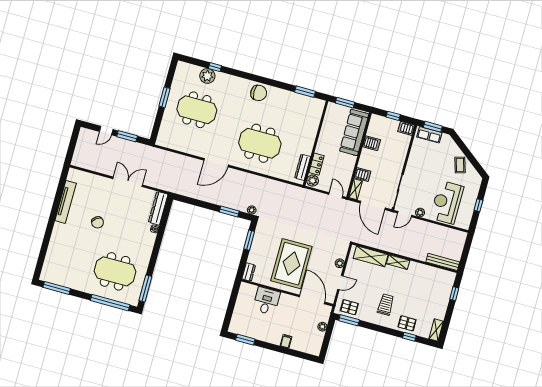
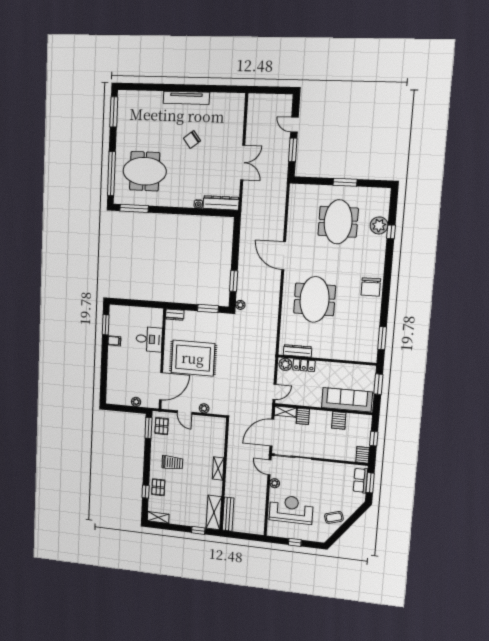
tv unit: (66, 202) -> (186, 98), moved
shelving: (371, 256) -> (214, 512), moved
meeting table: (115, 271) -> (145, 171), turned 90
filing cabinet: (286, 341) -> (114, 341), moved

